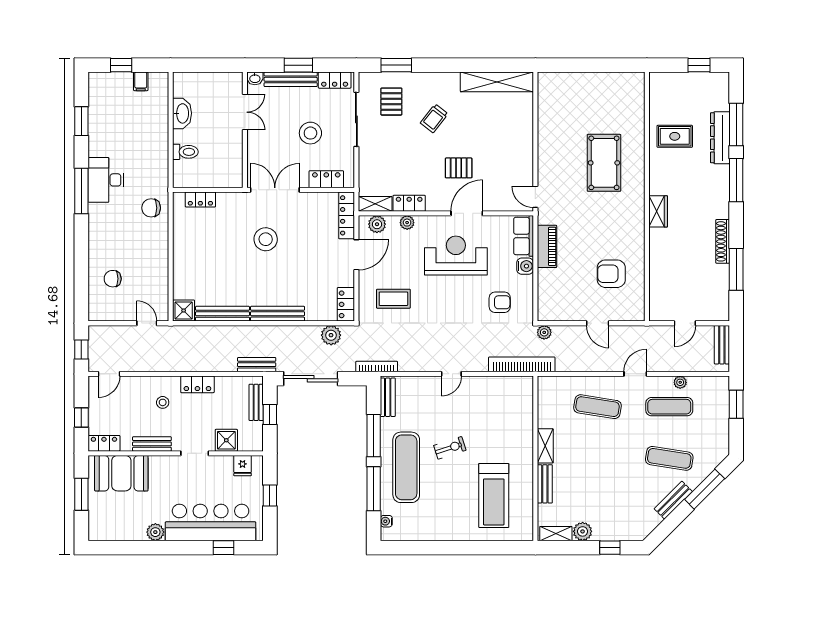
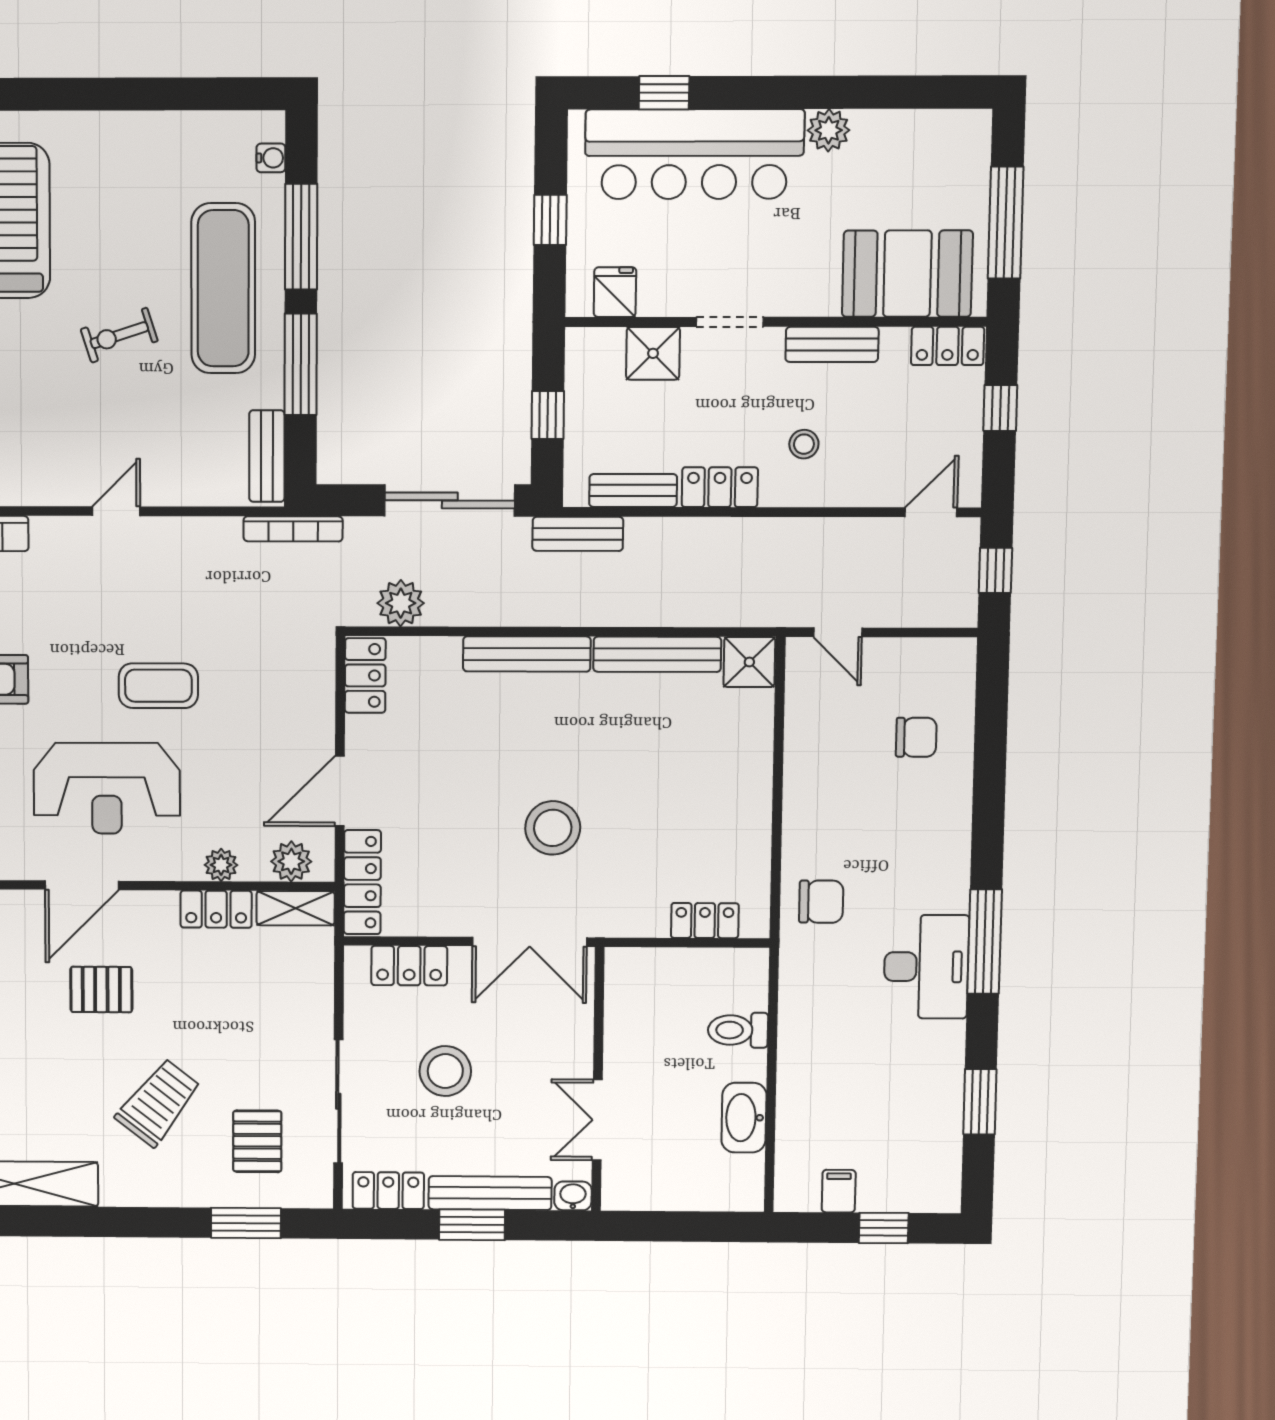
trolley: (434, 118) -> (158, 1103), width x1.36, depth x1.39
coffee table: (393, 299) -> (158, 686), moved
bench: (256, 402) -> (633, 490), moved, turned 90
window: (81, 494) -> (1006, 223), width x1.44

